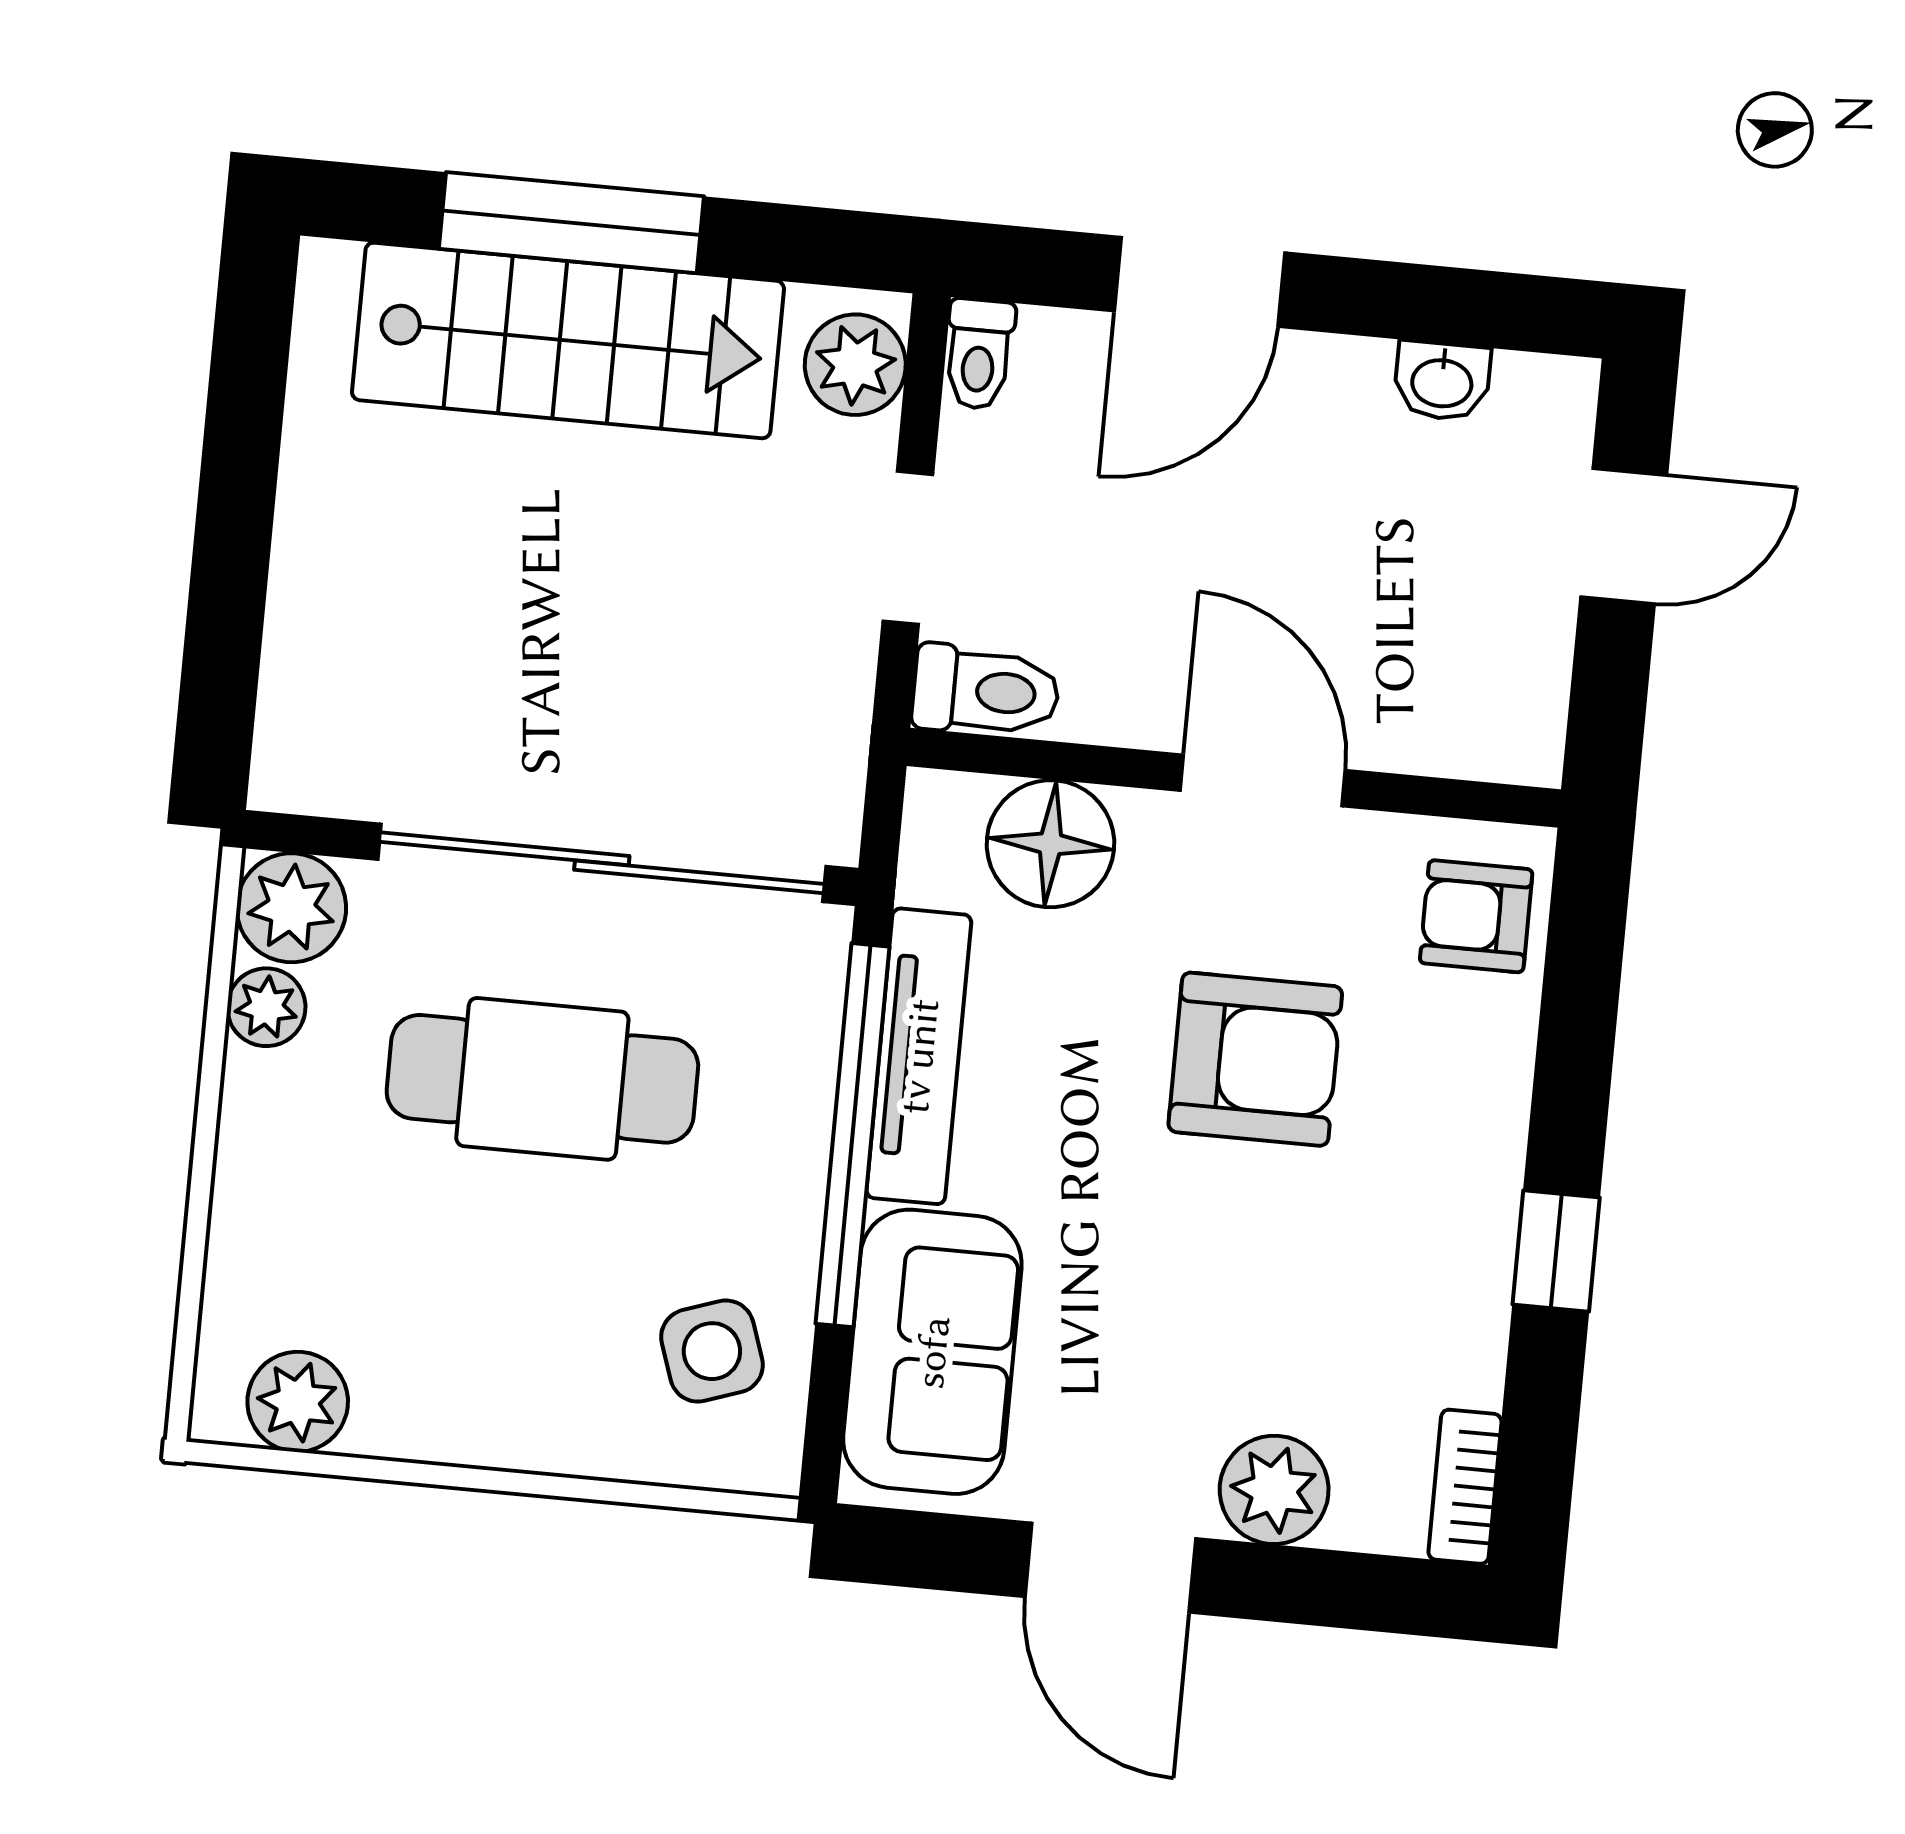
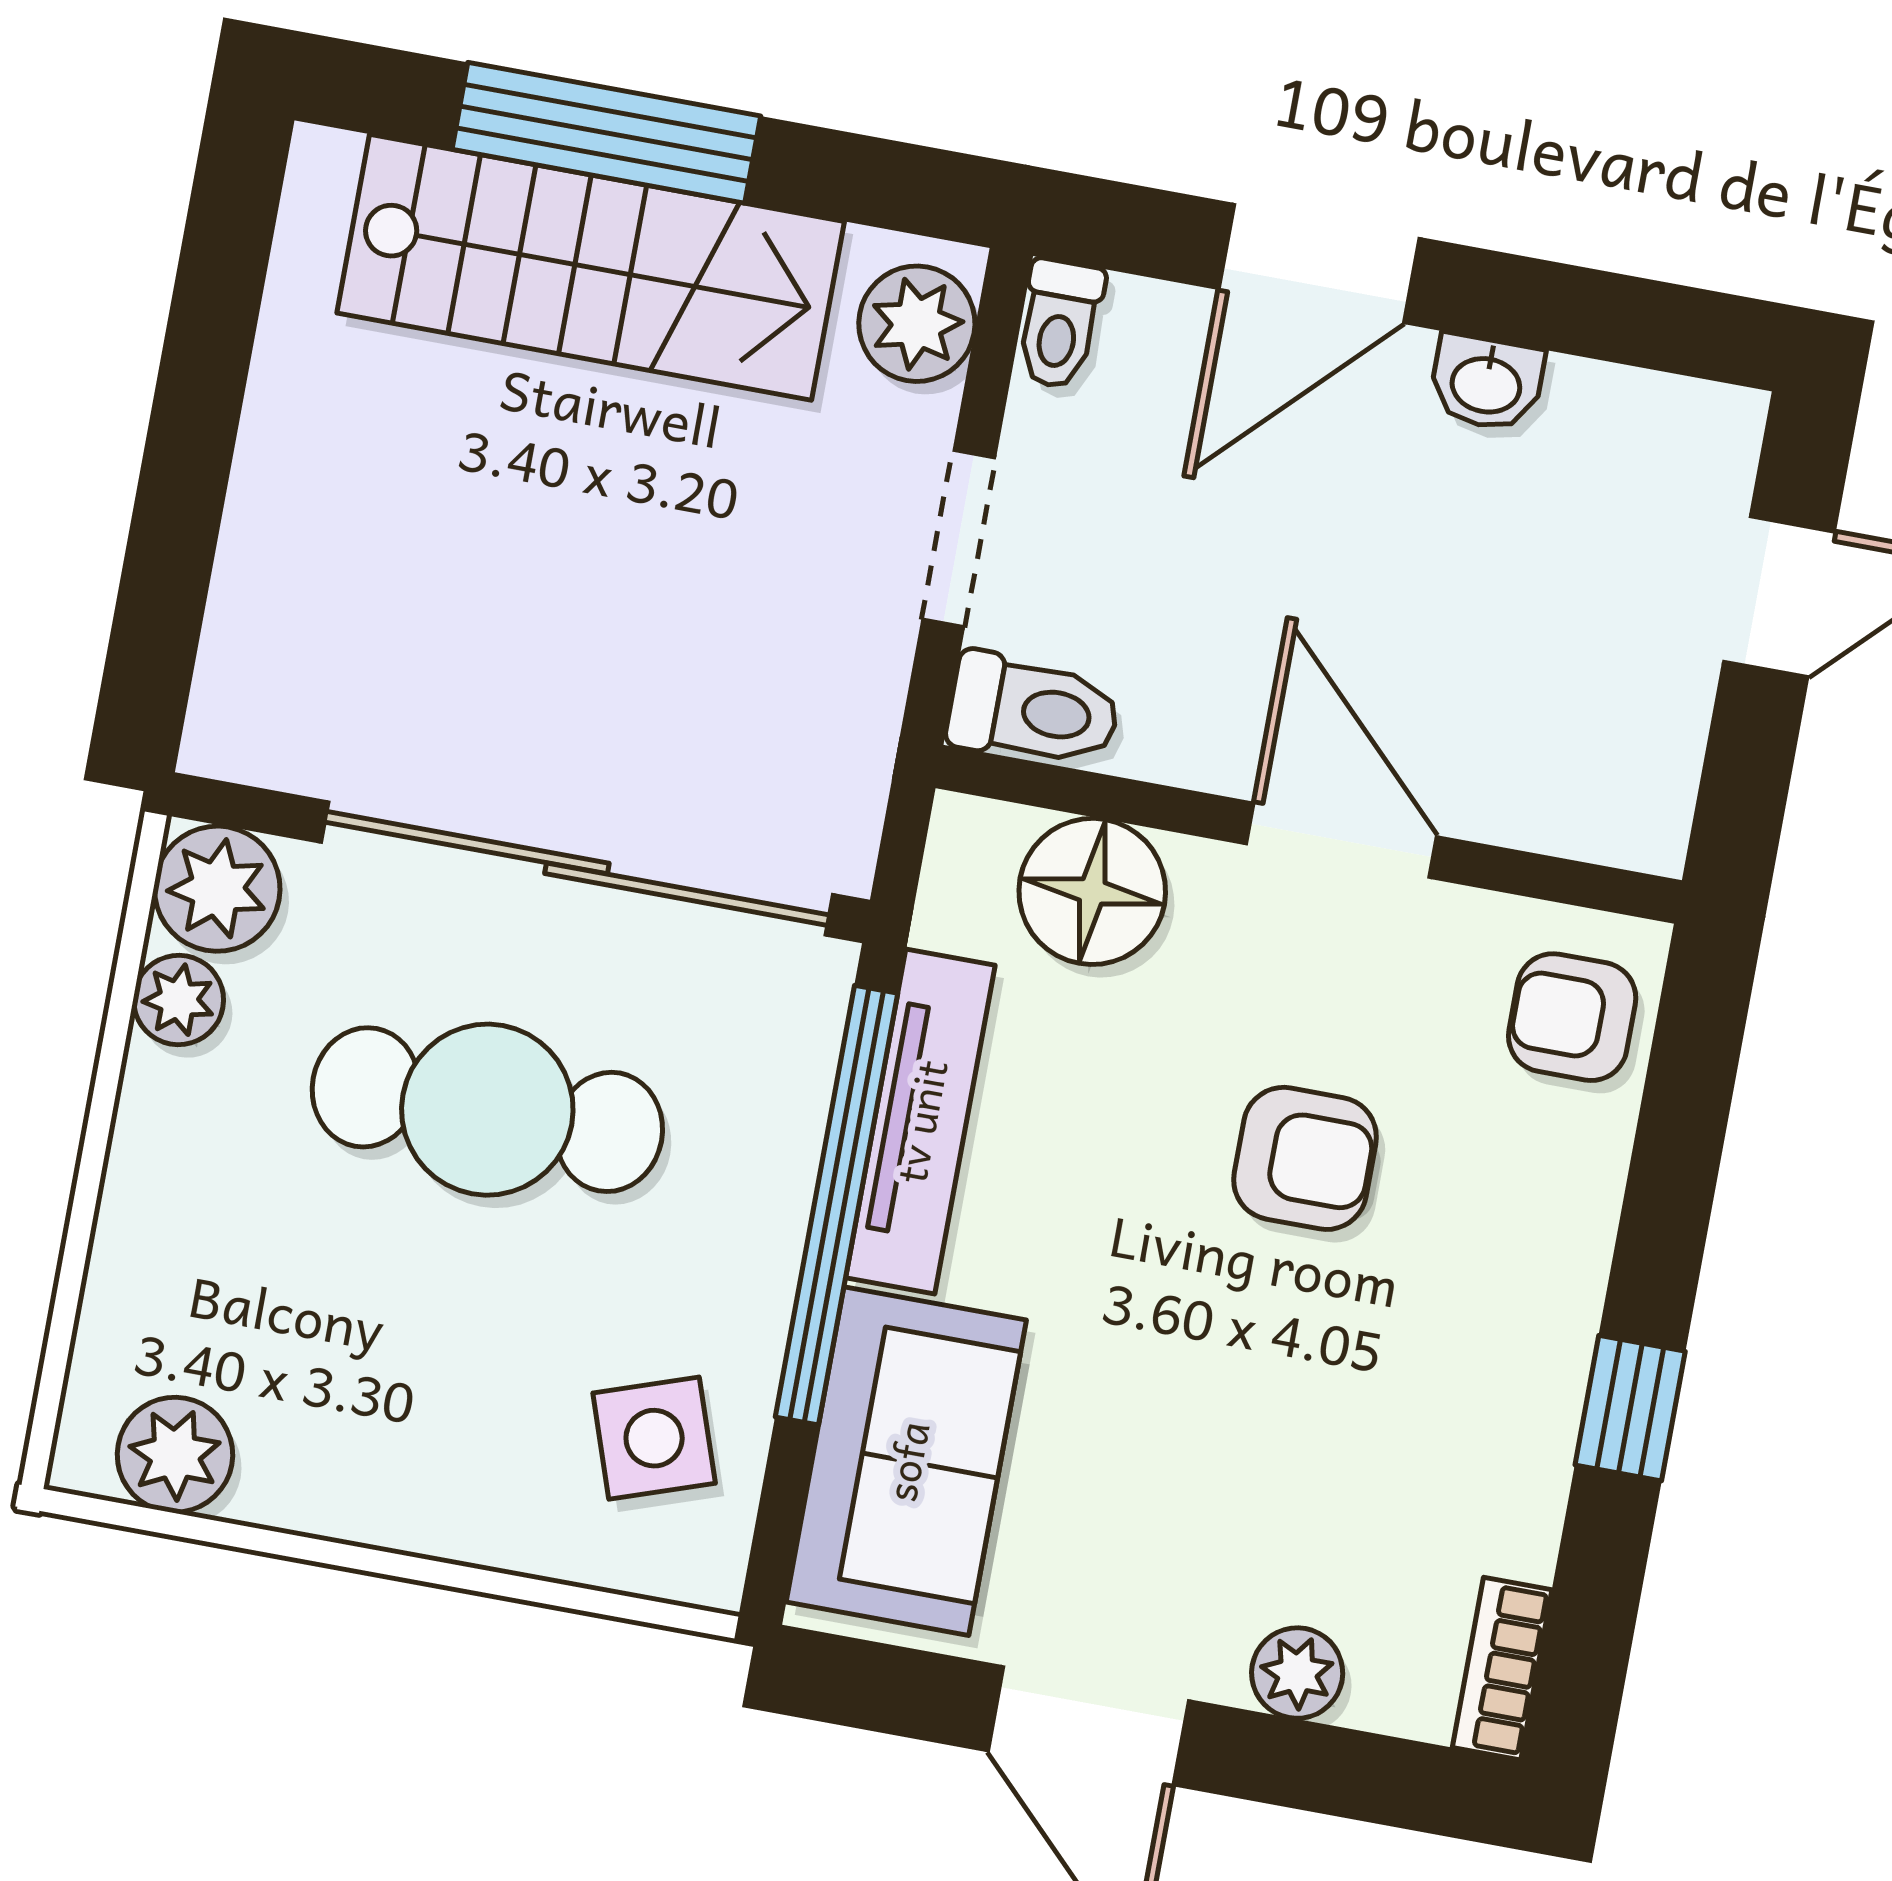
washbasin: (1442, 381) -> (1486, 383), moved
armchair: (1255, 1059) -> (1305, 1158), width x0.72, depth x0.72
plant: (1274, 1490) -> (1297, 1673), width x0.73, depth x0.73

